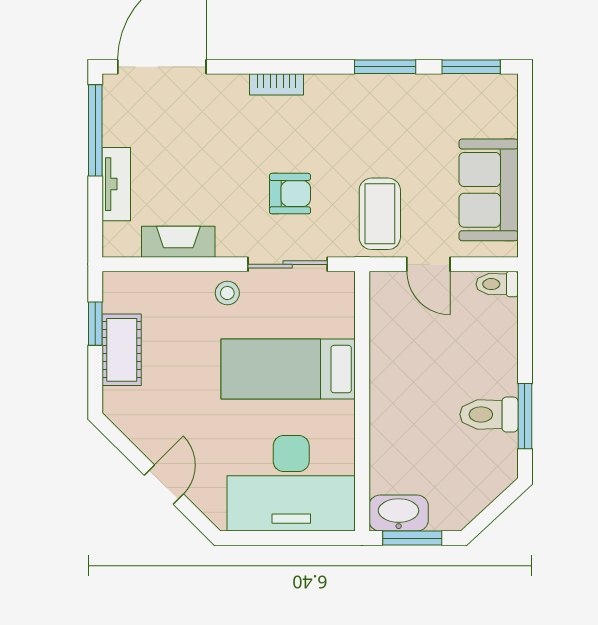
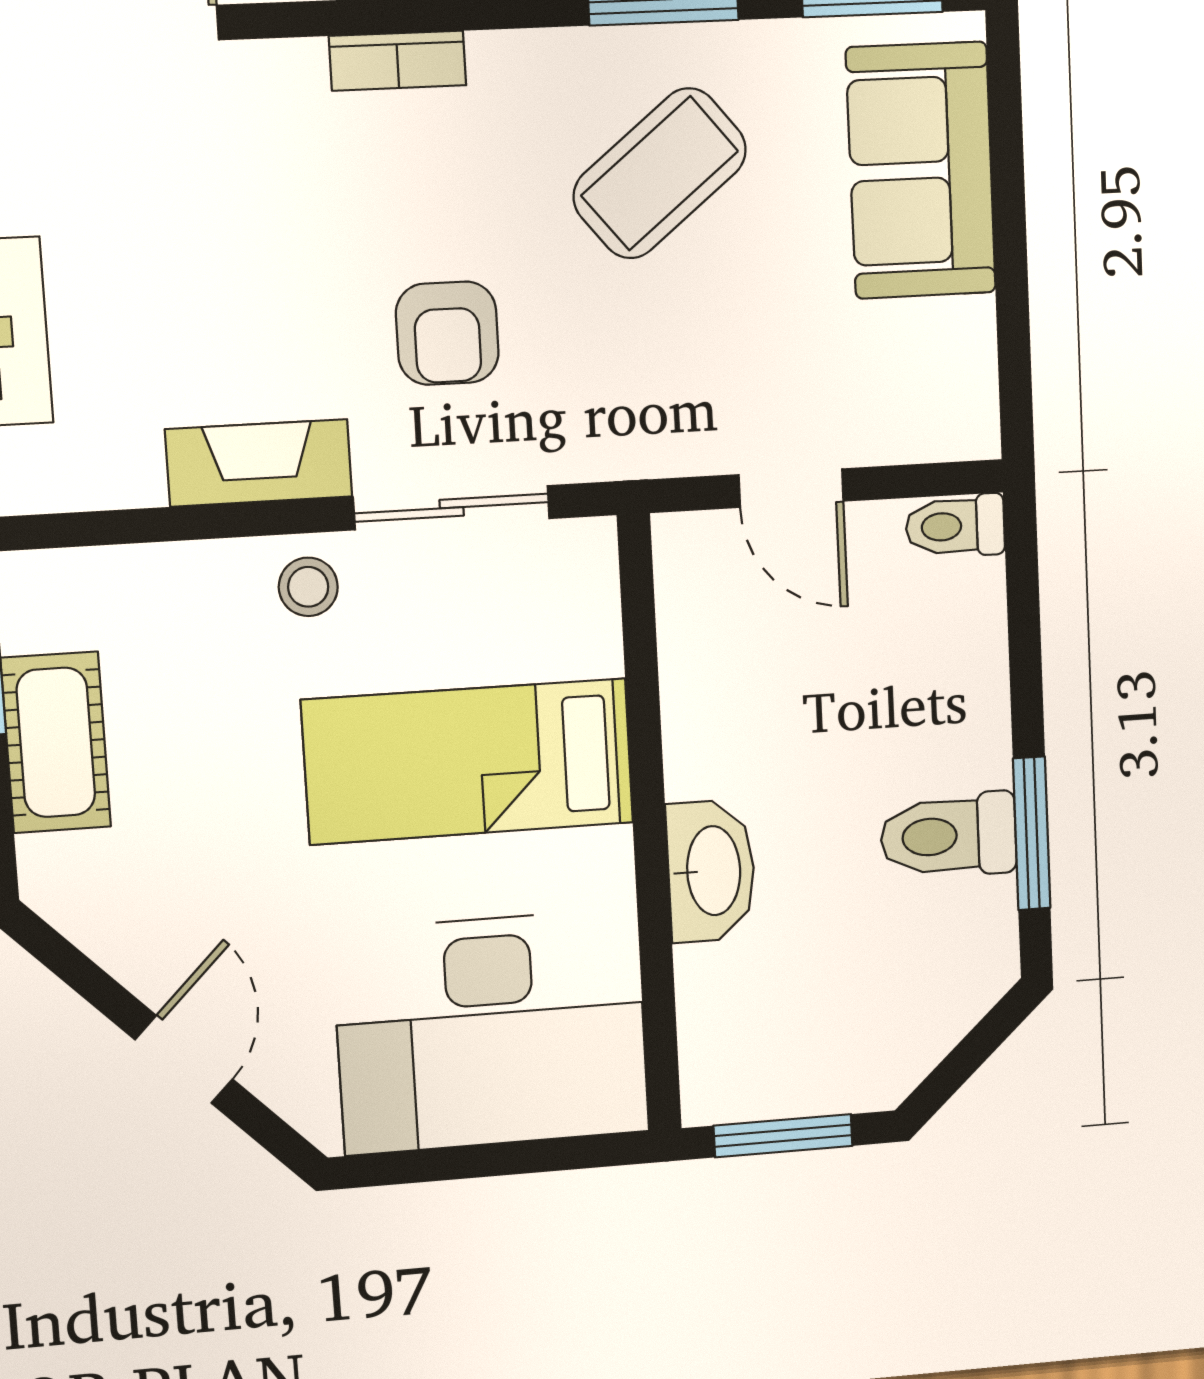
sofa: (489, 190) -> (921, 170), moved
armchair: (290, 194) -> (447, 333), turned 90
coffee table: (380, 214) -> (660, 173), moved, turned 51
fireplace: (178, 242) -> (259, 463), moved
washbasin: (399, 513) -> (711, 871), moved, turned 90

